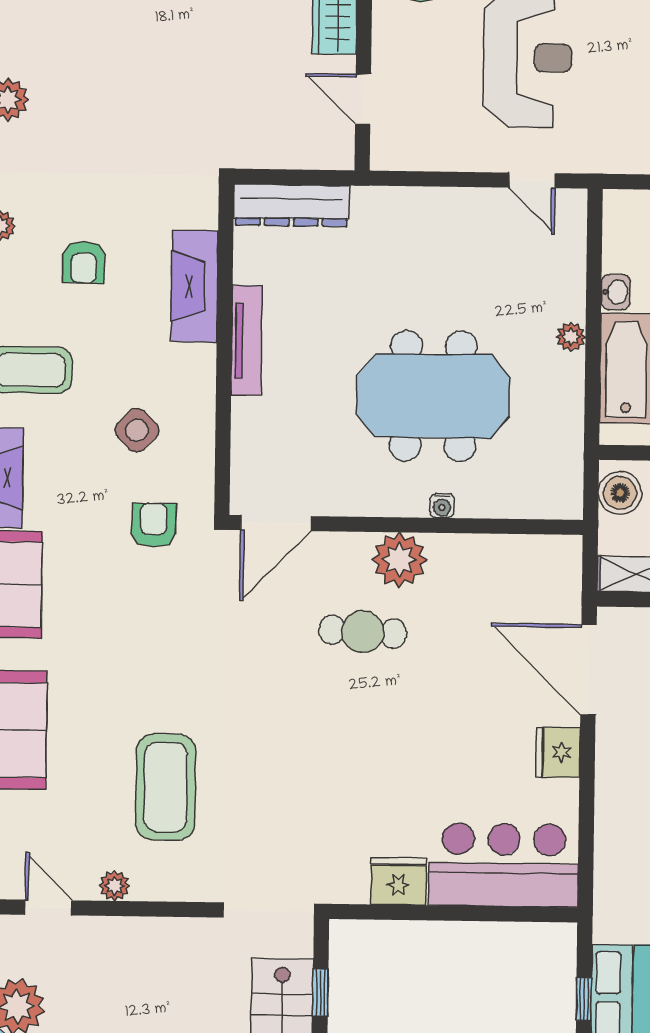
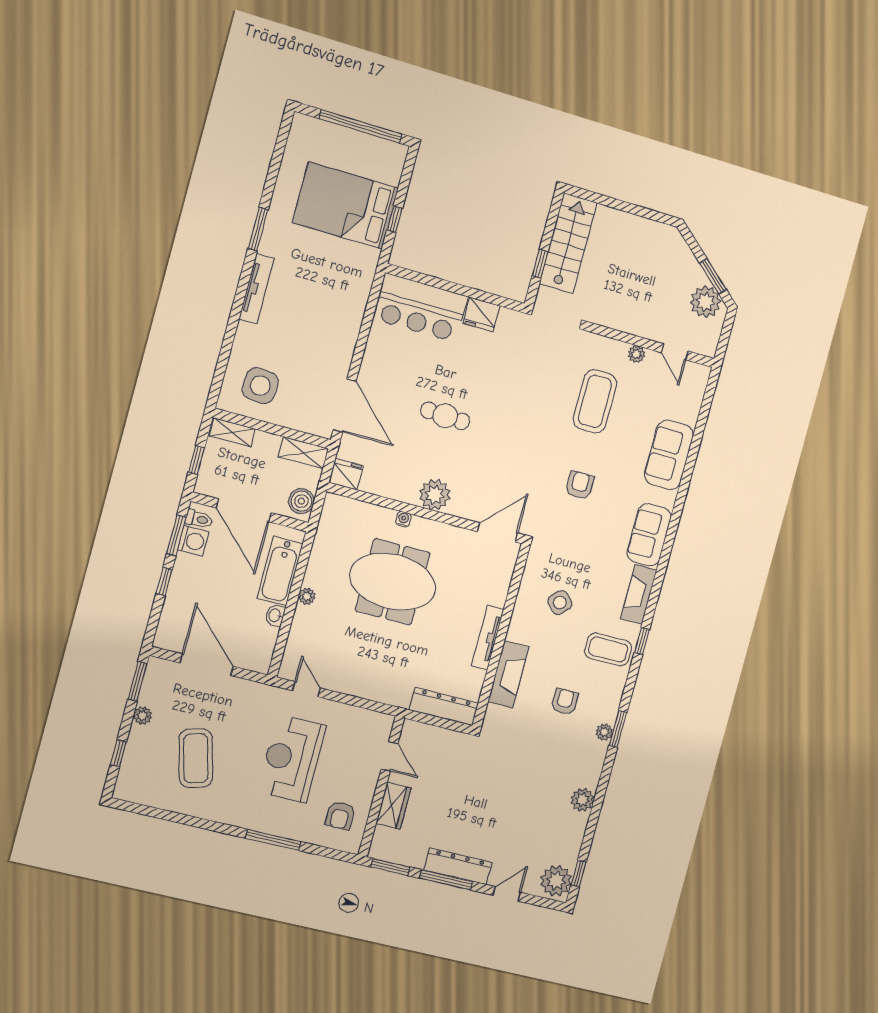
armchair: (154, 525) -> (580, 485), moved, turned 180
cafe table: (363, 632) -> (445, 416), moved
fridge: (558, 752) -> (346, 474), moved, turned -90

